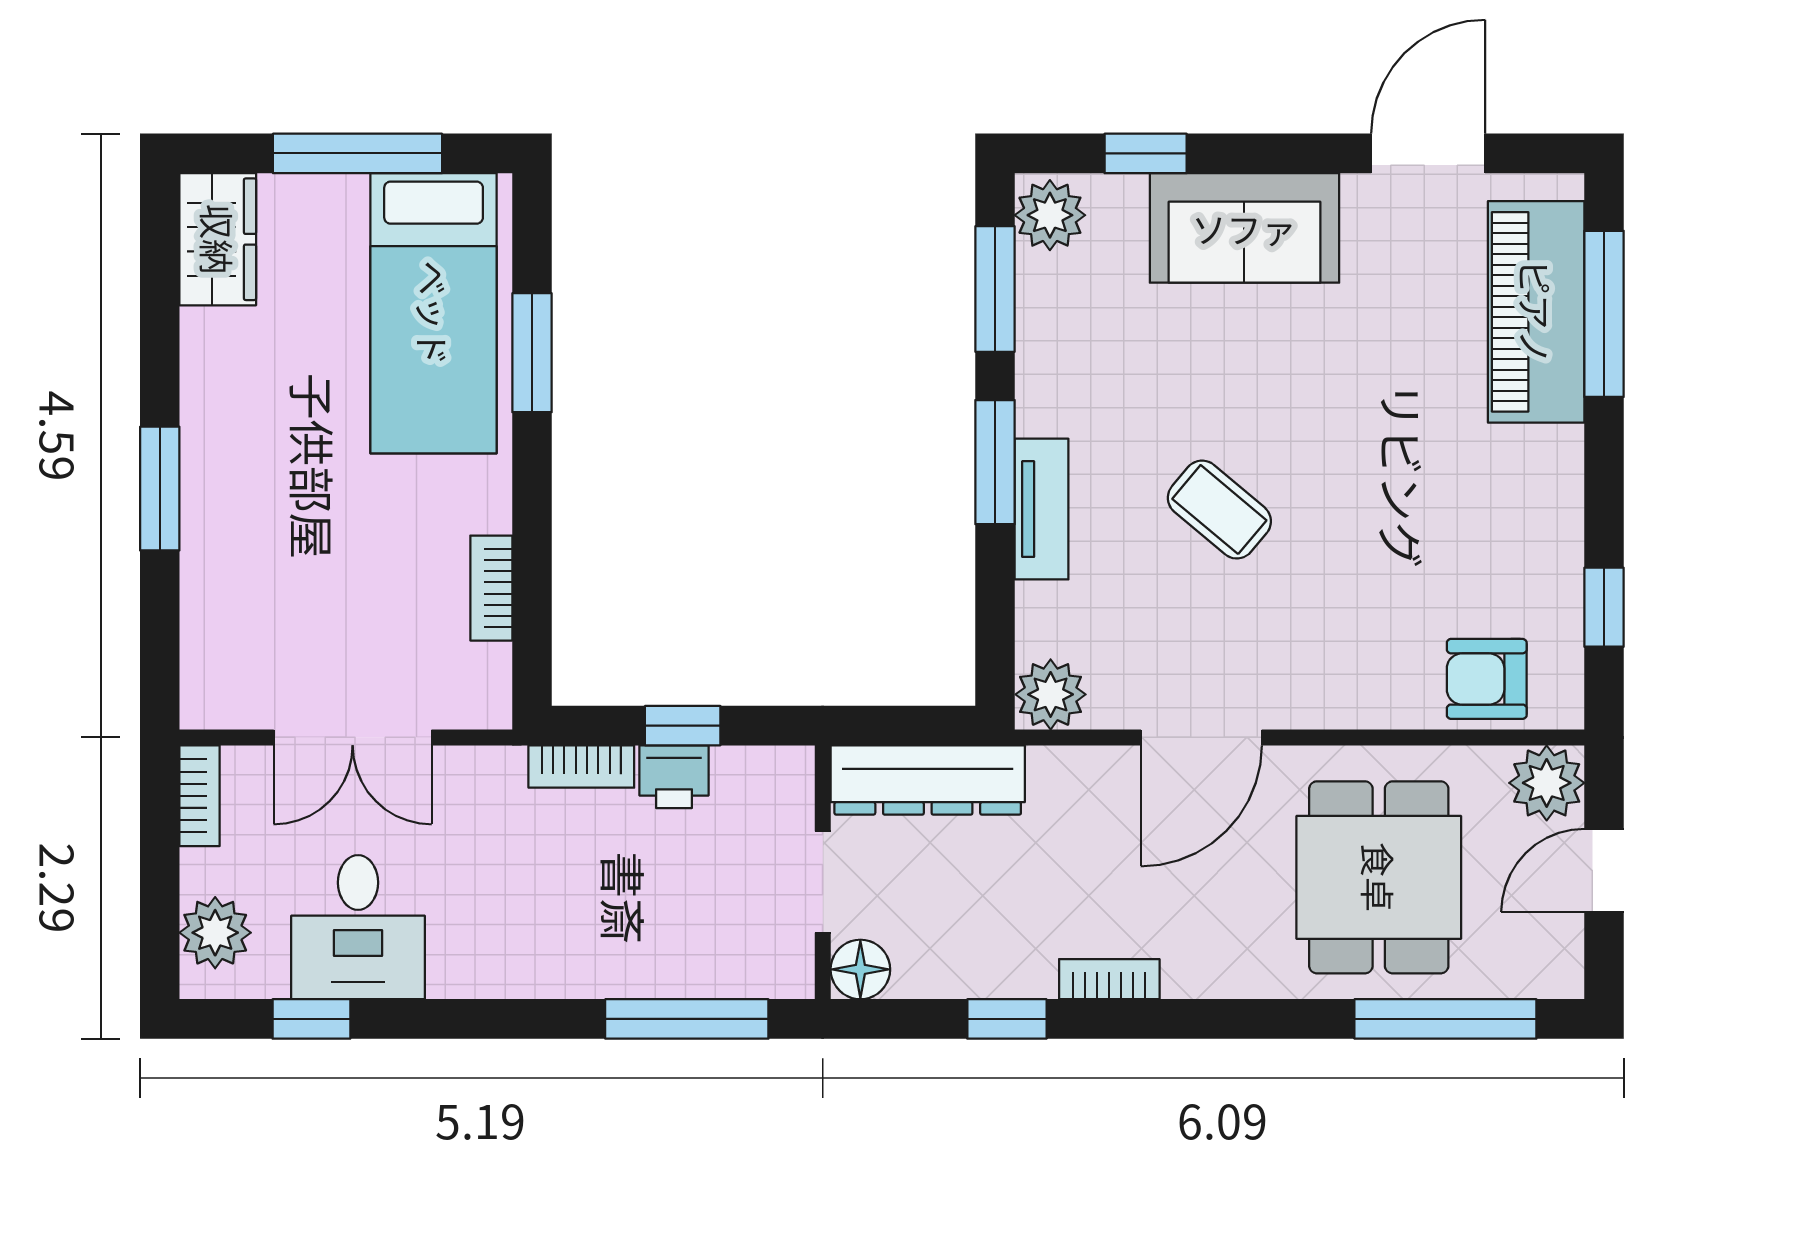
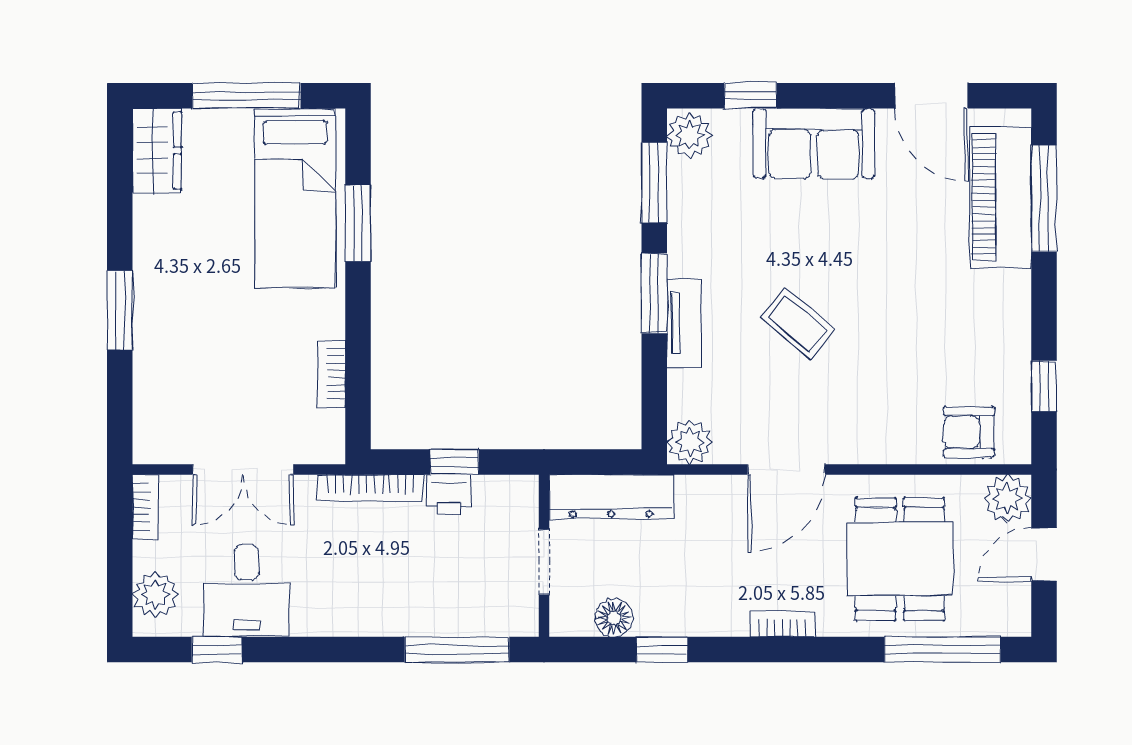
door: (1428, 153) -> (931, 96), swing flipped
bookcase: (581, 767) -> (370, 488), width x1.56
floor lamp: (860, 969) -> (614, 618), moved
bookcase: (1109, 979) -> (782, 624), moved

